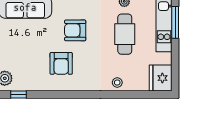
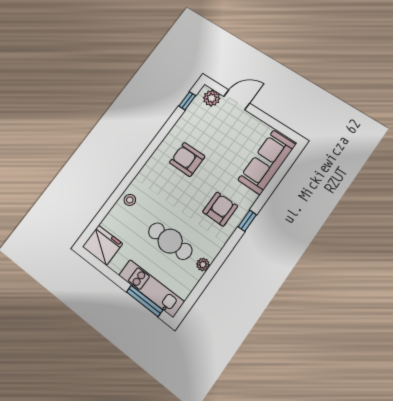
armchair: (75, 30) -> (220, 209), moved

